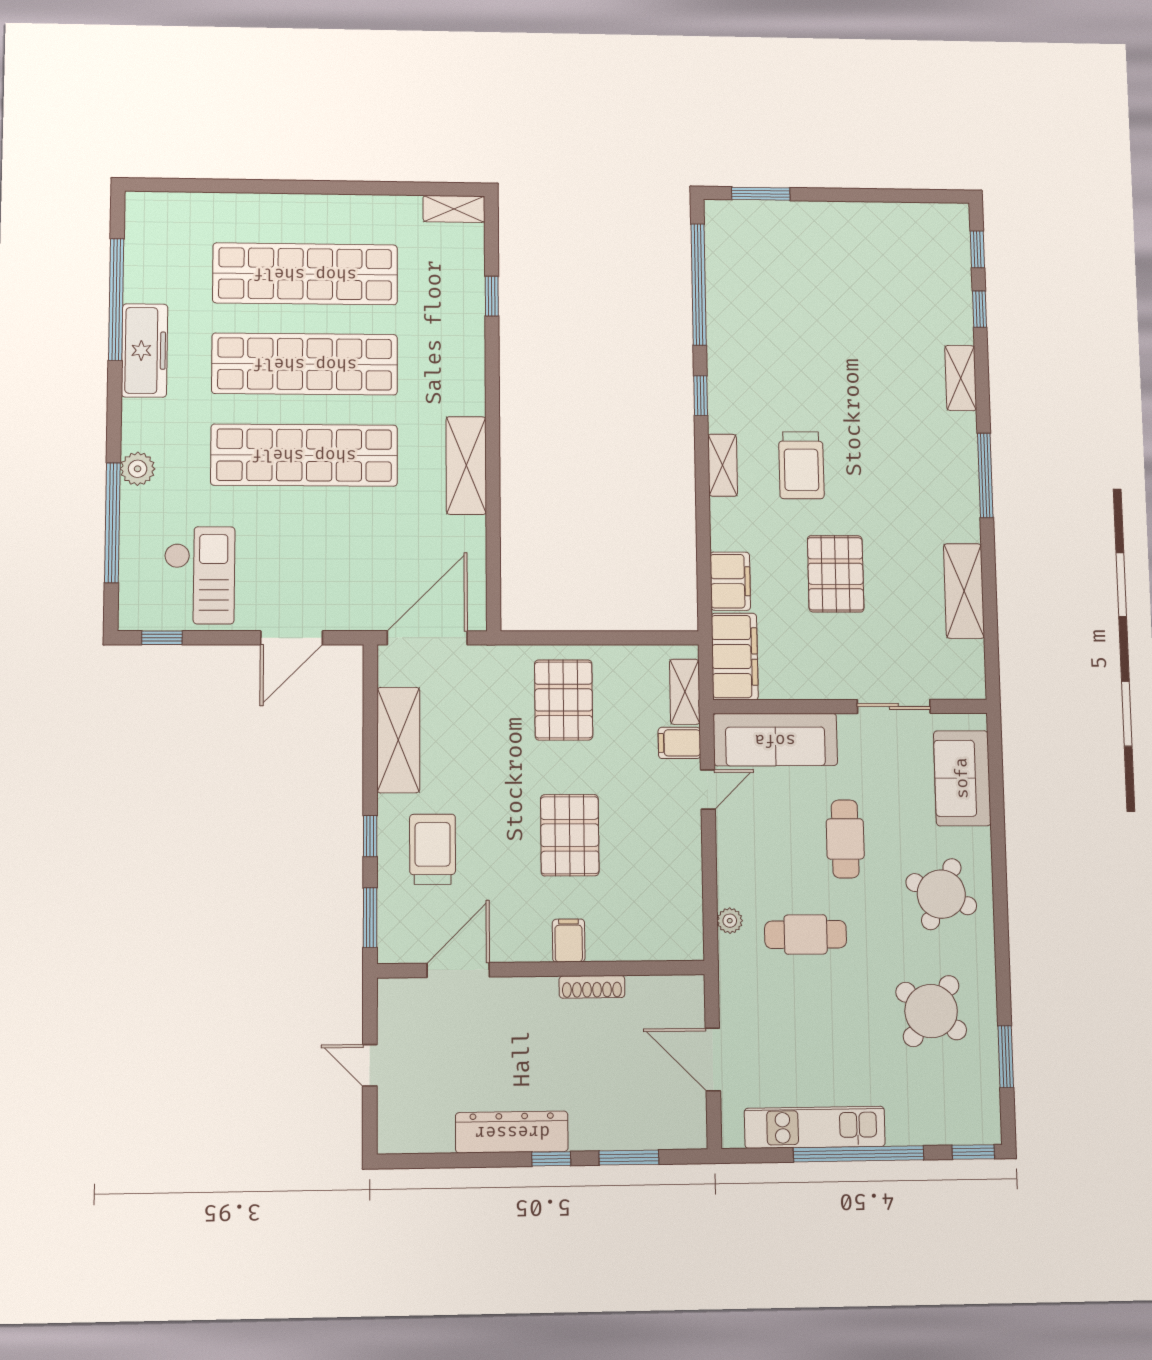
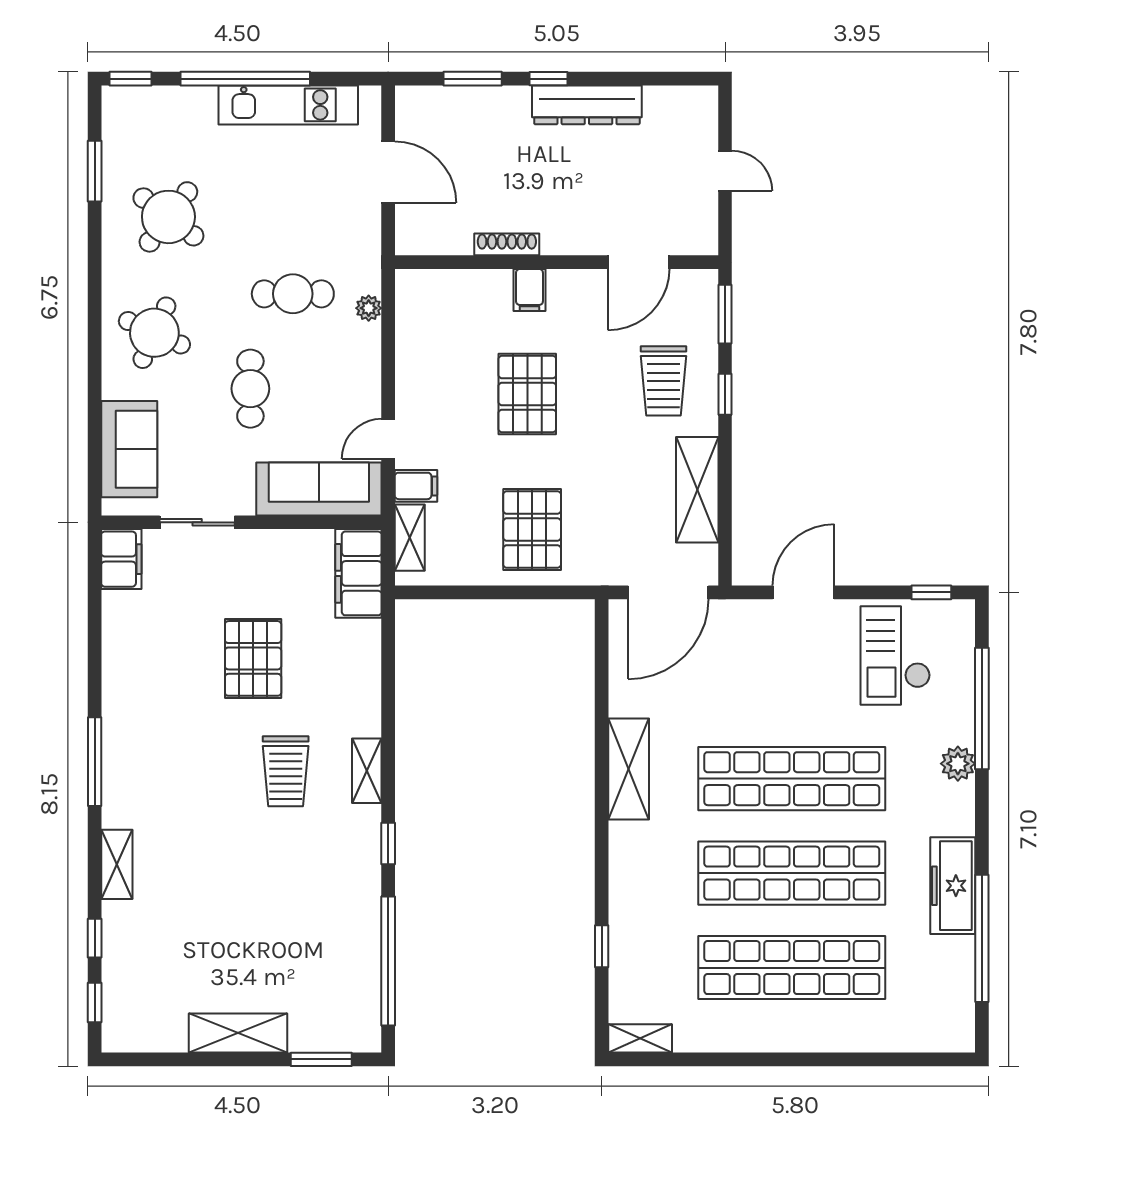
trolley: (801, 465) -> (286, 771), turned 180
filing cabinet: (730, 581) -> (121, 559), moved, turned 180
shelving: (964, 591) -> (238, 1033), moved, turned 90

